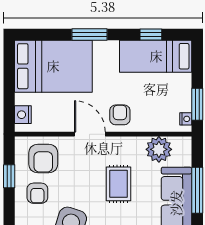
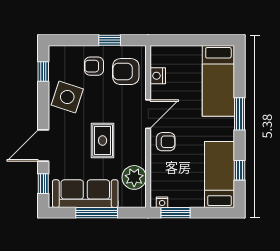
bed: (53, 66) -> (218, 81), width x0.67
nightstand: (23, 115) -> (158, 76), moved, turned -90
rug: (119, 184) -> (103, 140), turned 90

